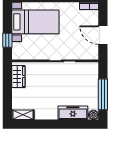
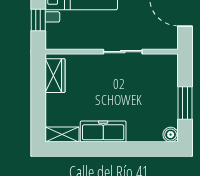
window: (103, 94) -> (185, 103), width x0.69
freezer: (73, 113) -> (103, 132), moved

